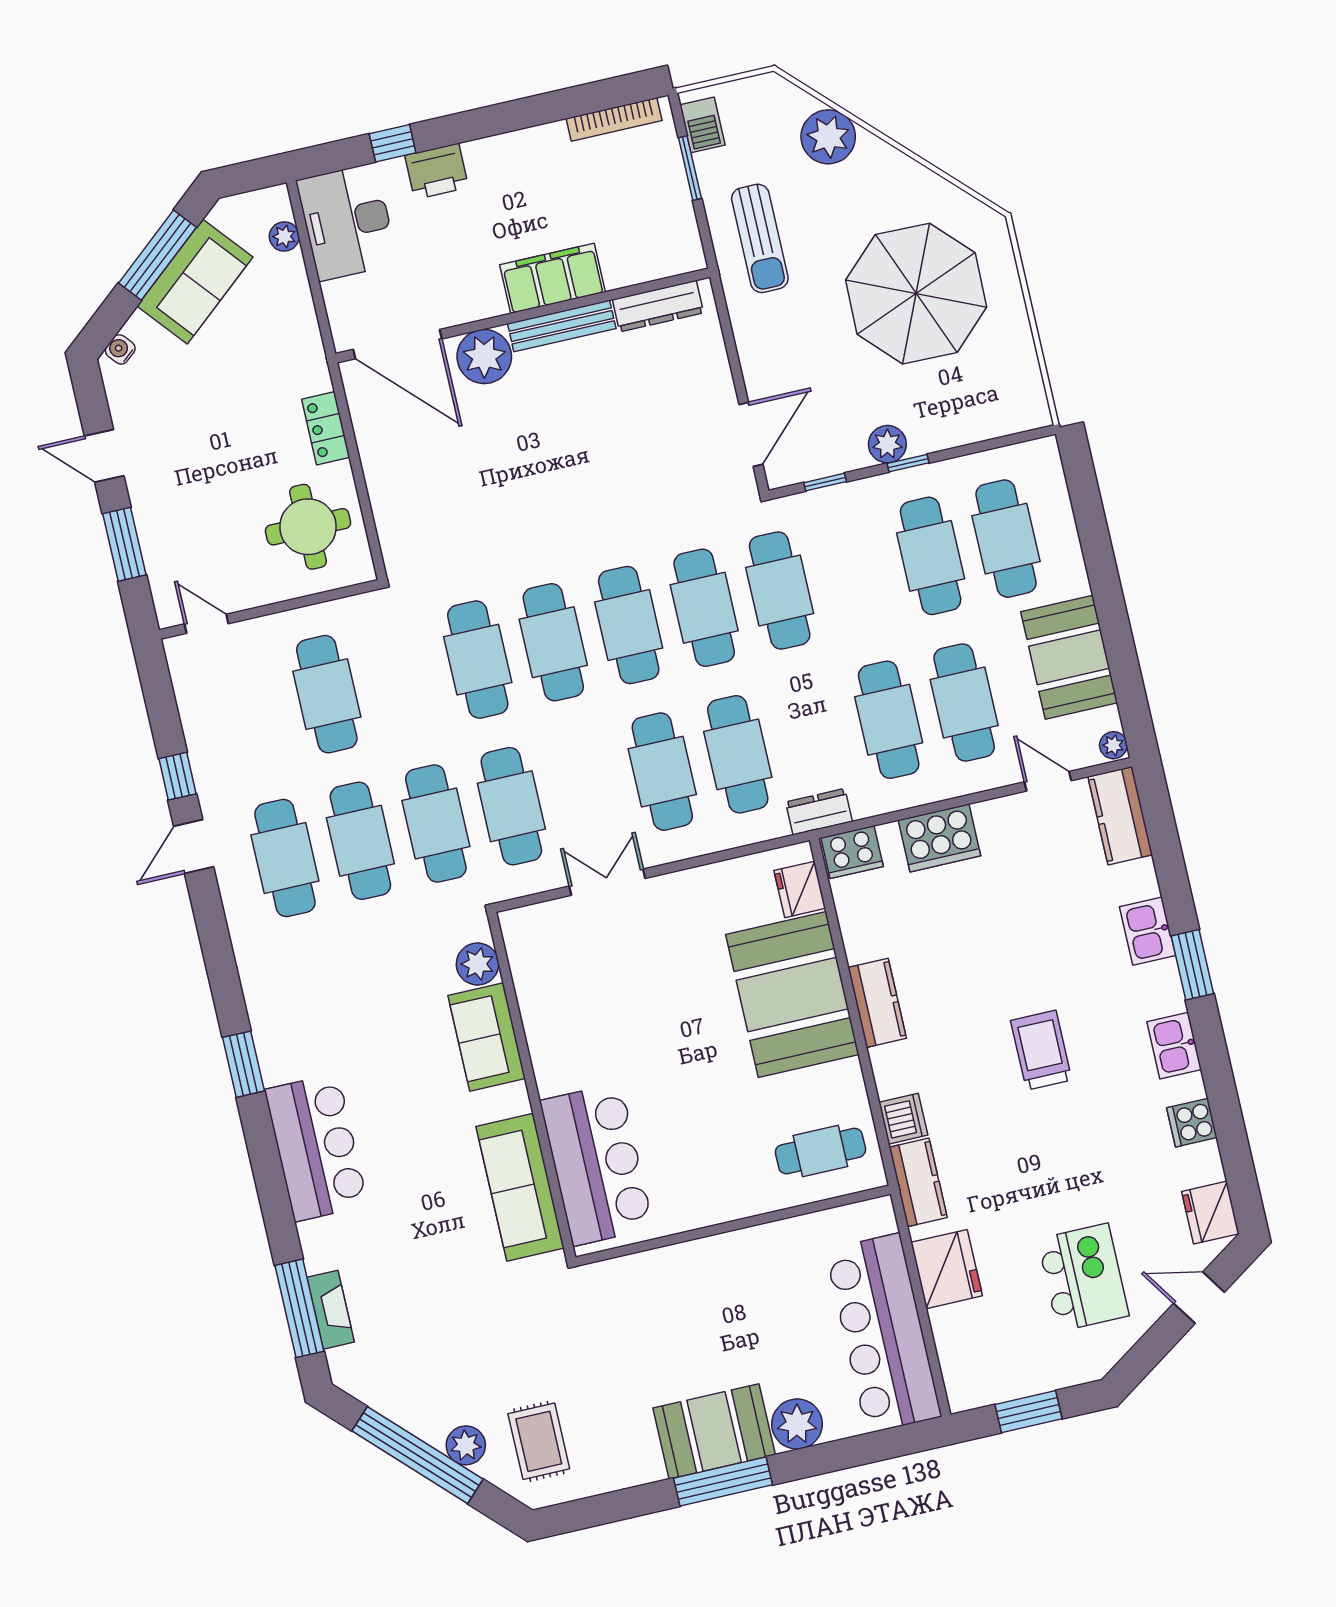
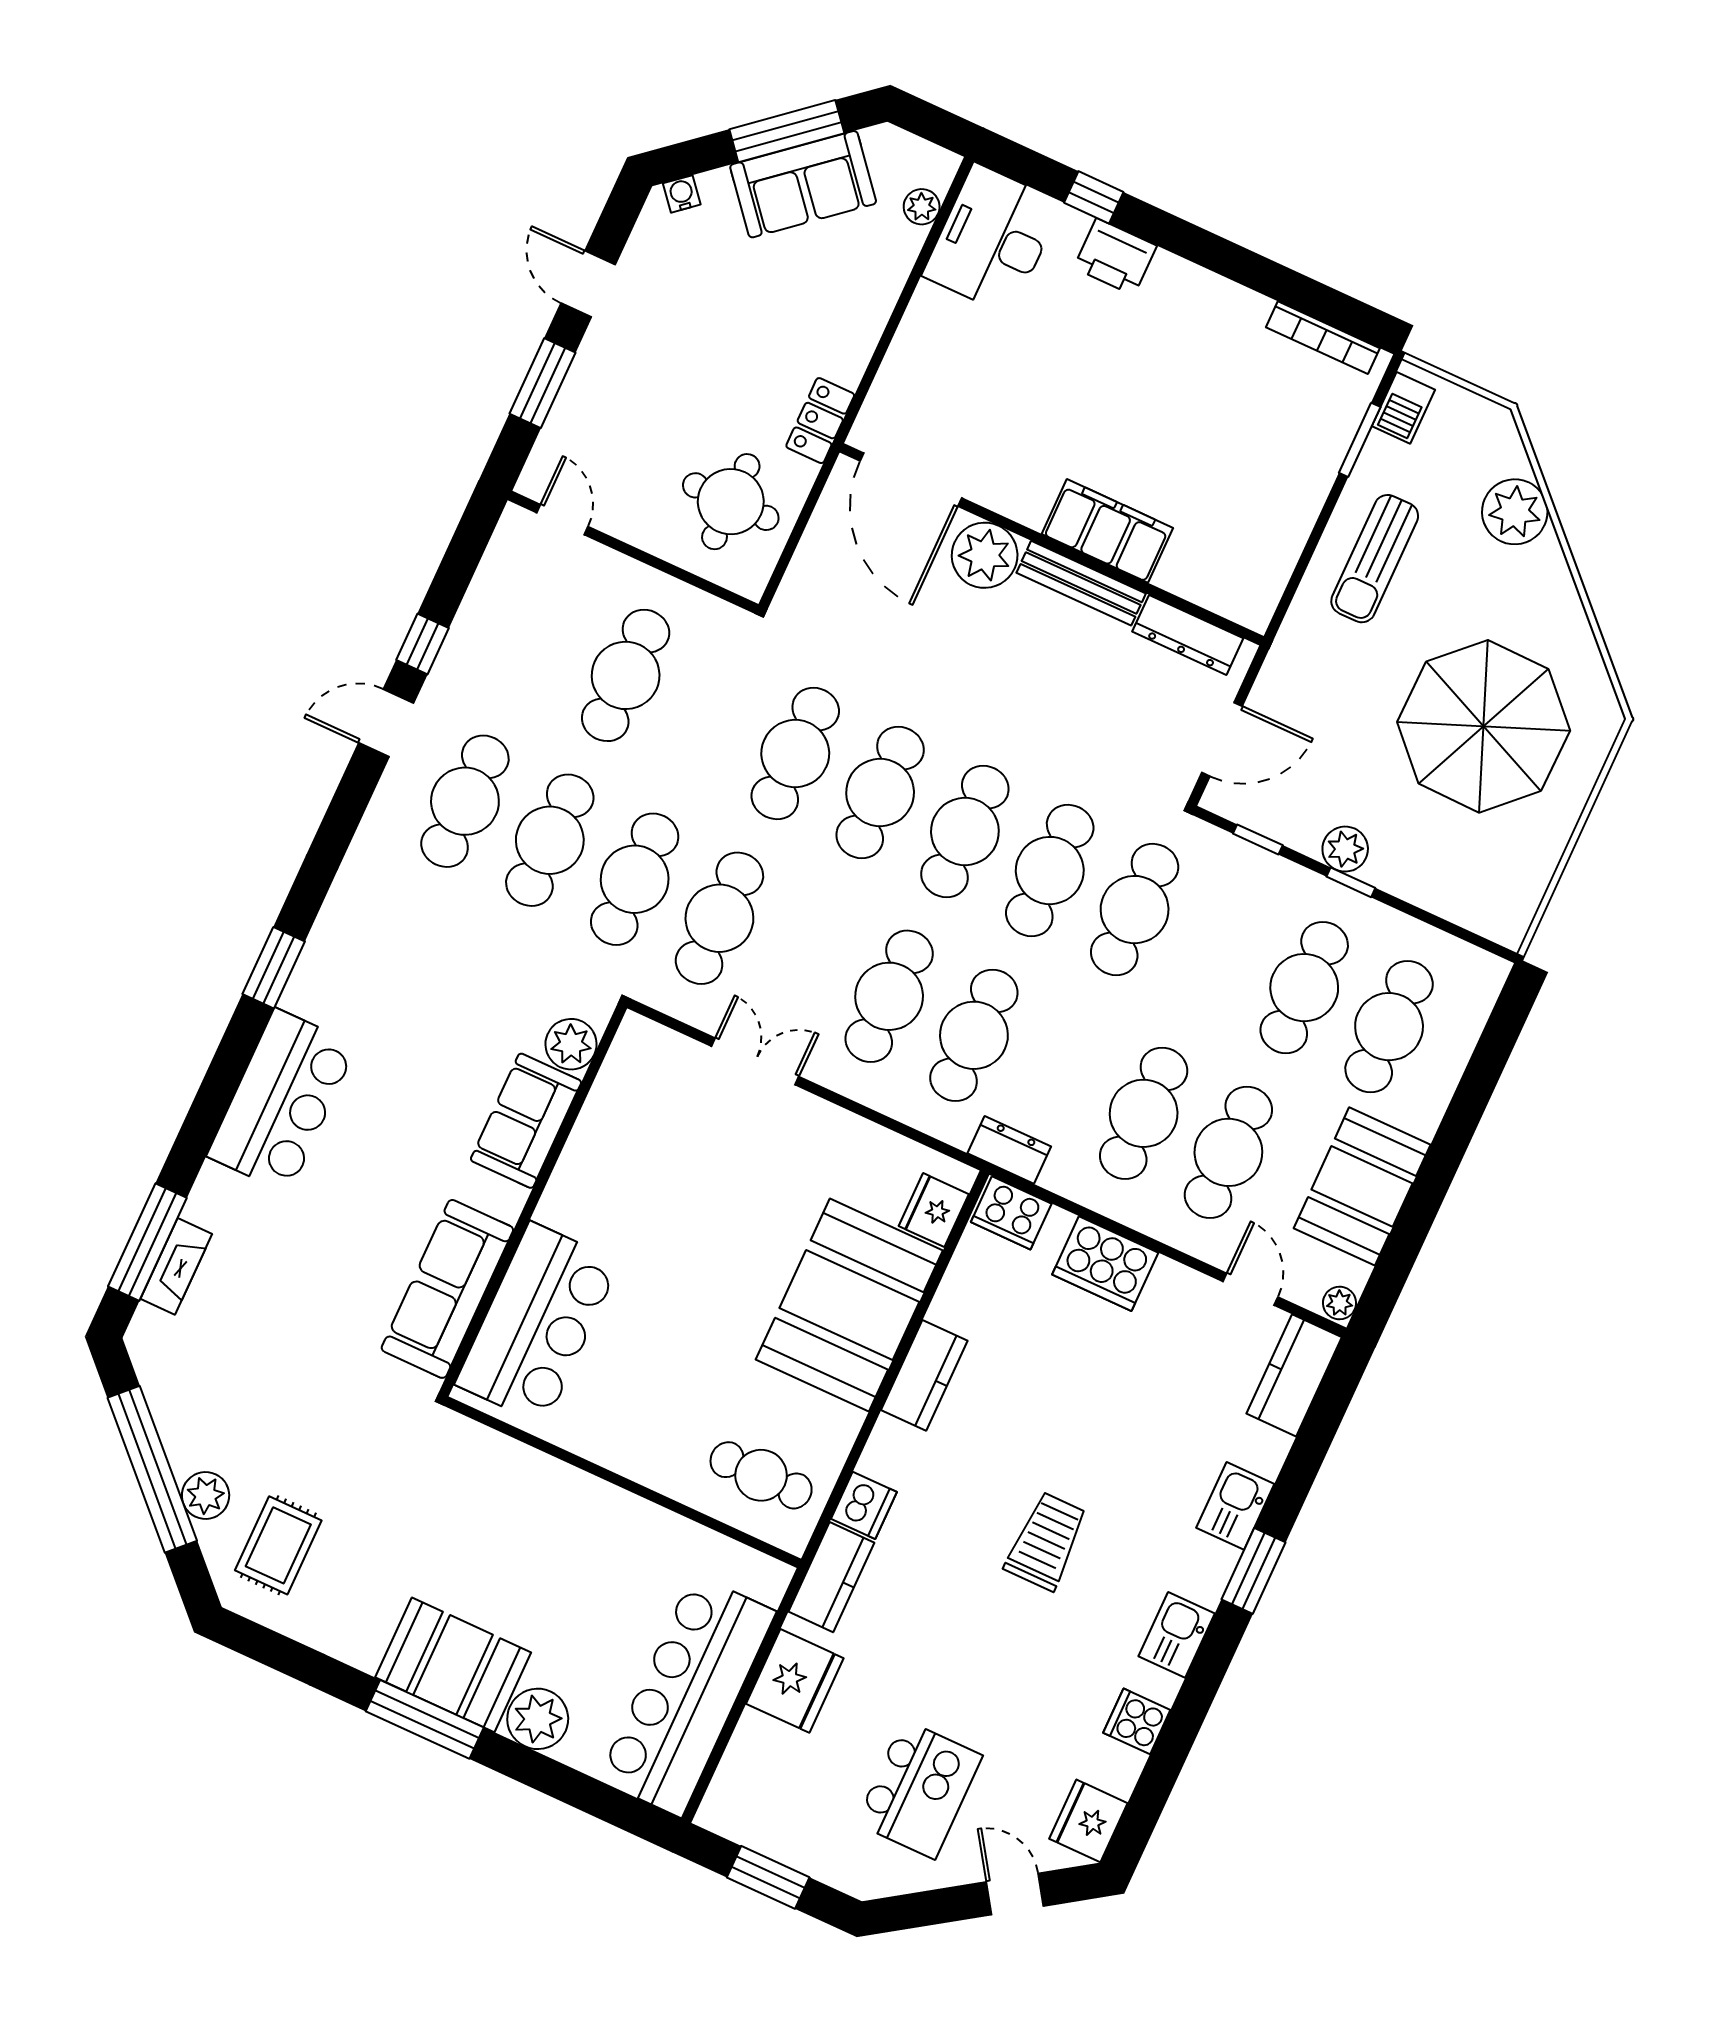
filing cabinet: (553, 278) -> (1107, 531), moved
dresser: (658, 306) -> (1188, 635), moved
wall: (523, 315) -> (1052, 544), moved
bench: (562, 326) -> (1081, 583), moved
door: (397, 344) -> (911, 480), moved
plant: (484, 357) -> (985, 555), moved

